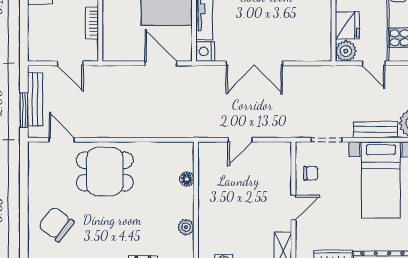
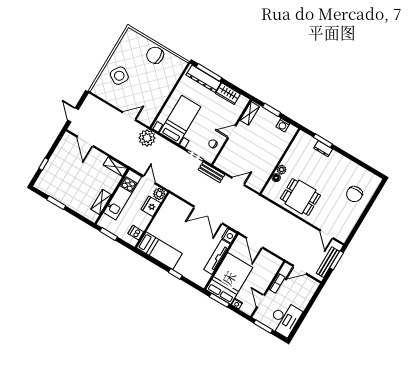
door: (70, 63) -> (300, 270), swing flipped
double door: (254, 63) -> (208, 215), swing flipped
bench: (376, 130) -> (211, 172), moved
dining table: (105, 171) -> (300, 197), moved
chair: (56, 224) -> (354, 194), turned 53
plant: (186, 227) -> (282, 170), moved

